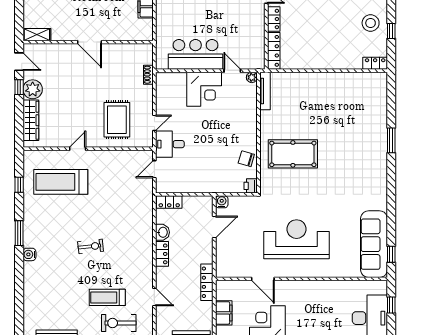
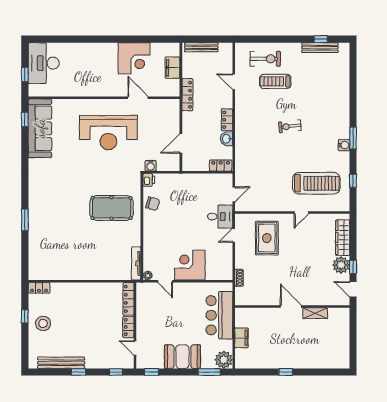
shelving: (37, 35) -> (315, 313), moved
bar counter: (195, 54) -> (219, 315), moved, turned 90
water cooler: (222, 202) -> (151, 166), moved
water cooler: (29, 254) -> (344, 145), moved
treadmill: (107, 297) -> (275, 81), turned 180

